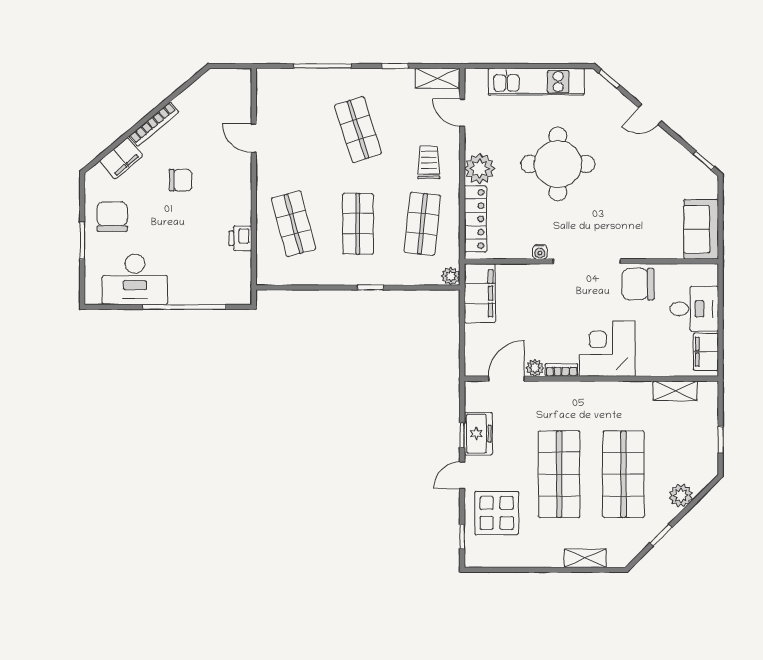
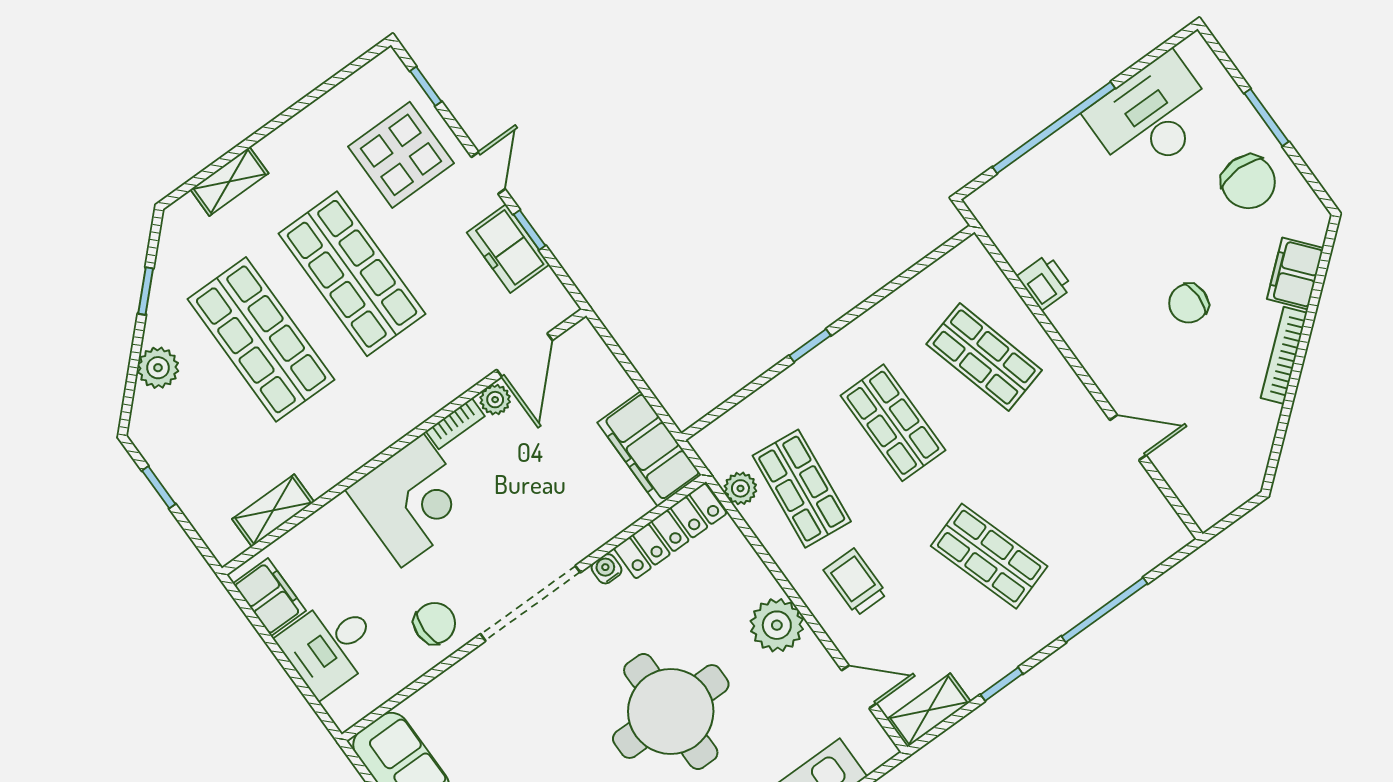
trolley: (429, 162) -> (855, 582), turned 180
locker: (475, 219) -> (670, 531), moved, turned -90
plant: (451, 276) -> (740, 488), moved
chair: (638, 284) -> (435, 623), width x0.73, depth x0.73

